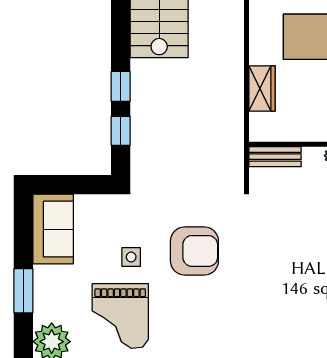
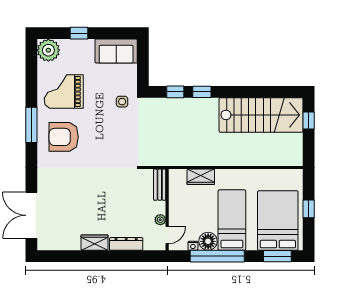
armchair: (194, 251) -> (64, 137), moved, turned 90
side table: (131, 257) -> (122, 102), moved
window: (23, 291) -> (79, 33), width x0.67

